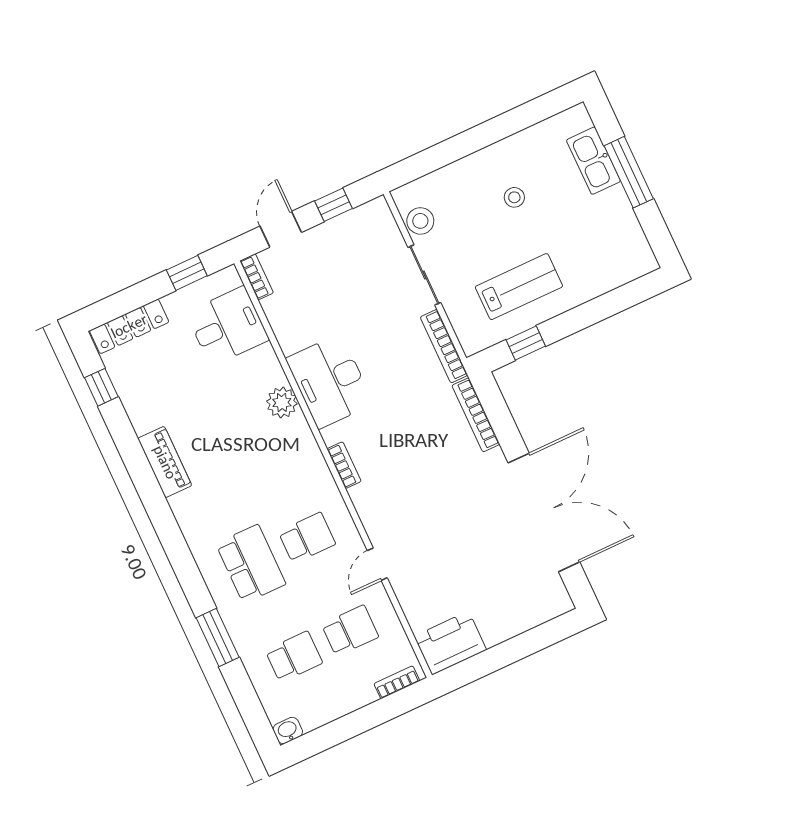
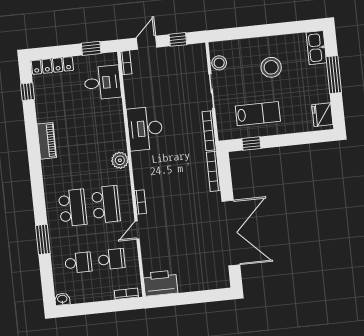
kitchen sink: (593, 161) -> (316, 48), moved
stool: (514, 197) -> (271, 67), width x1.89, depth x1.89
fridge: (633, 249) -> (322, 115), added
plant: (282, 403) -> (120, 160), moved
bookcase: (344, 465) -> (140, 202), moved
school desk: (307, 538) -> (106, 204), width x1.85

